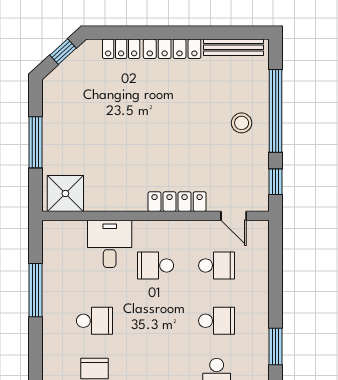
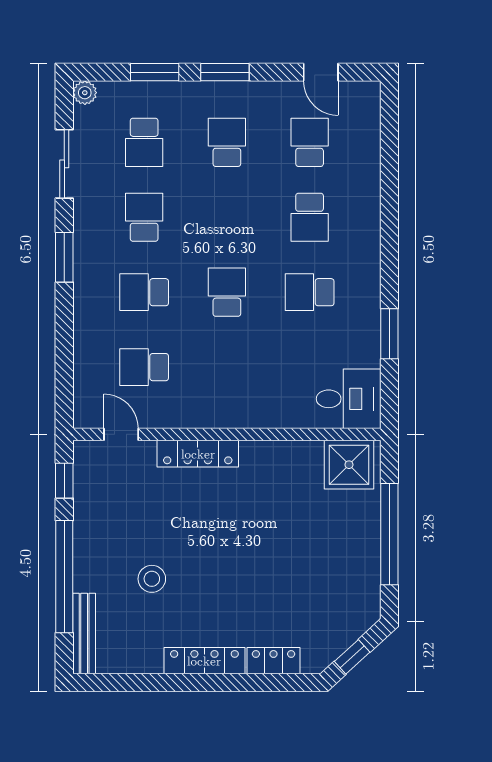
bench: (233, 47) -> (84, 634), moved, turned 90
stool: (242, 123) -> (152, 579), moved
window: (36, 142) -> (389, 534), width x1.46
desk: (110, 244) -> (349, 399), moved, turned -90
school desk: (156, 265) -> (227, 292), moved, turned -90
window: (36, 290) -> (389, 334), width x0.69

